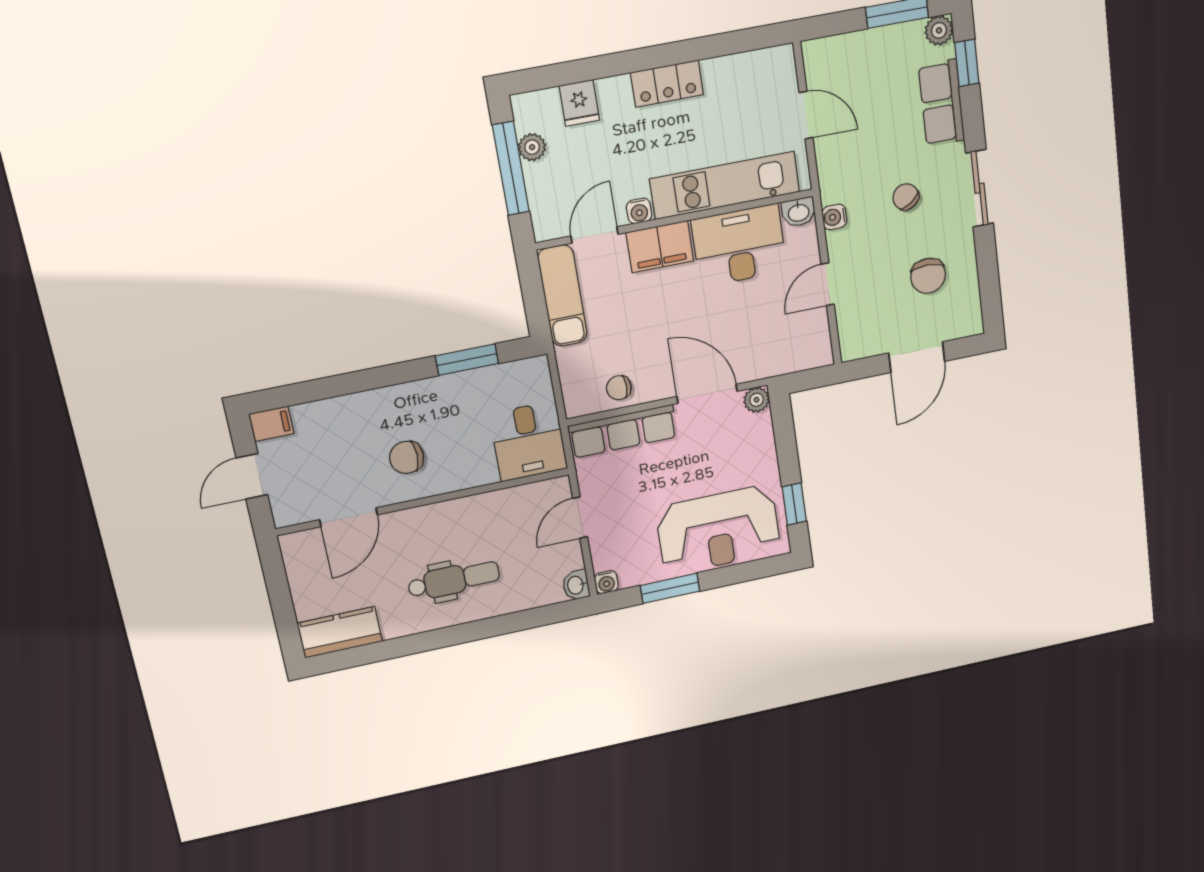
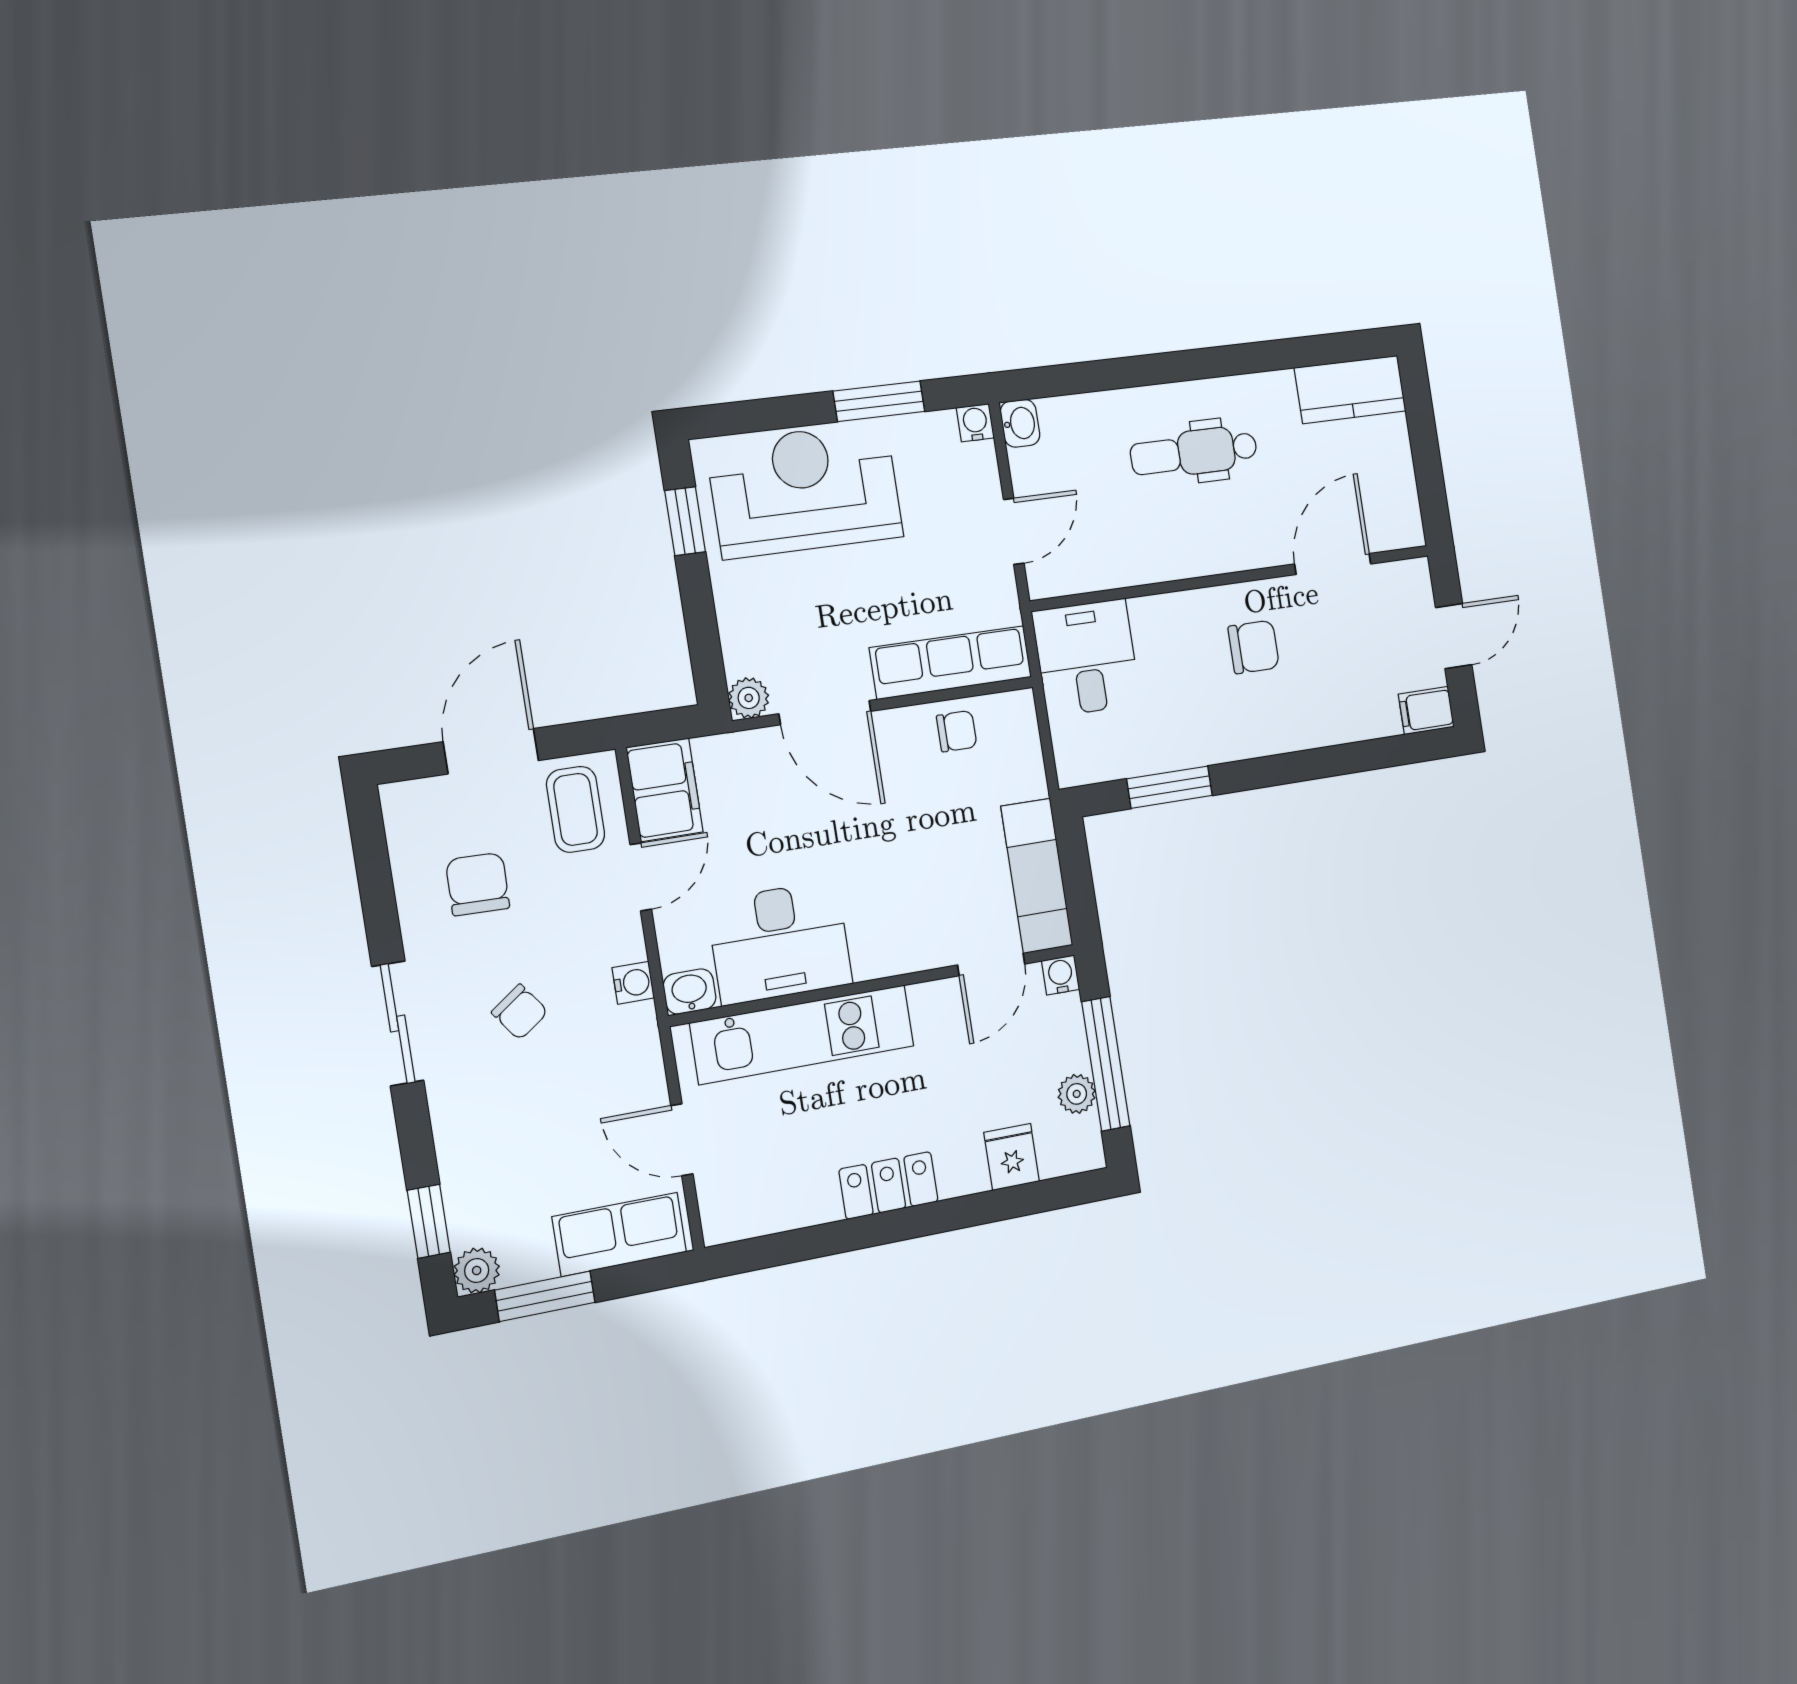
row of seats: (942, 103) -> (619, 1234), moved, turned -90
water cooler: (639, 211) -> (1061, 975), moved
filing cabinet: (660, 247) -> (665, 790), moved, turned 90
coffee table: (867, 324) -> (575, 809), added

